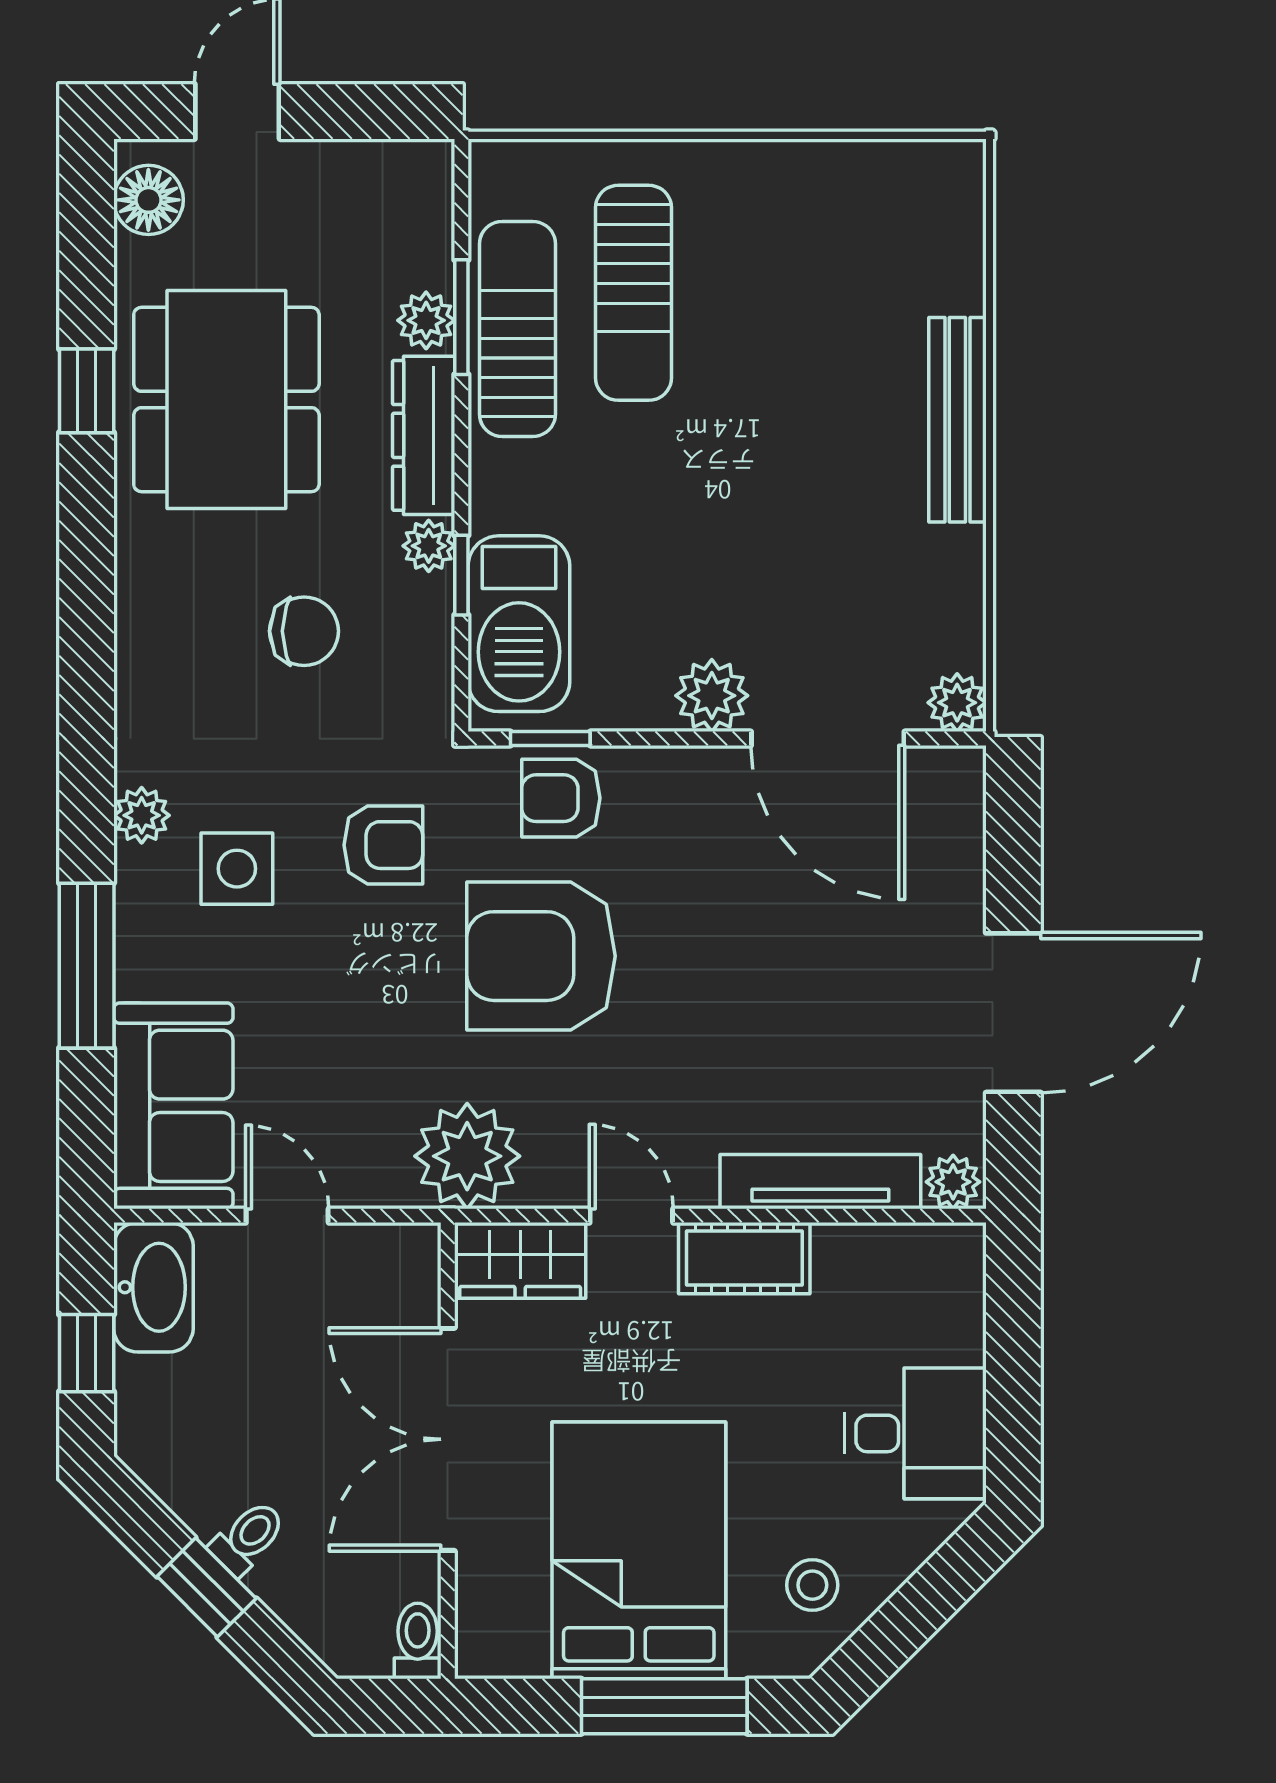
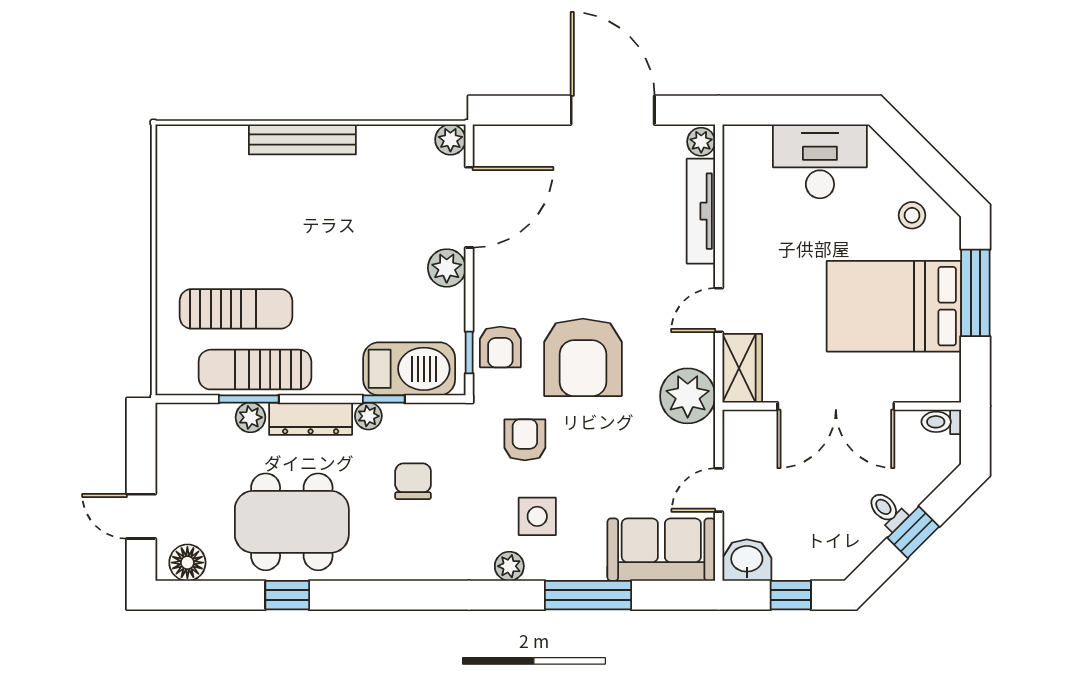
cot: (744, 1258) -> (741, 251), removed
washbasin: (153, 1287) -> (747, 560), width x0.72
desk: (915, 1433) -> (820, 161), width x1.37

